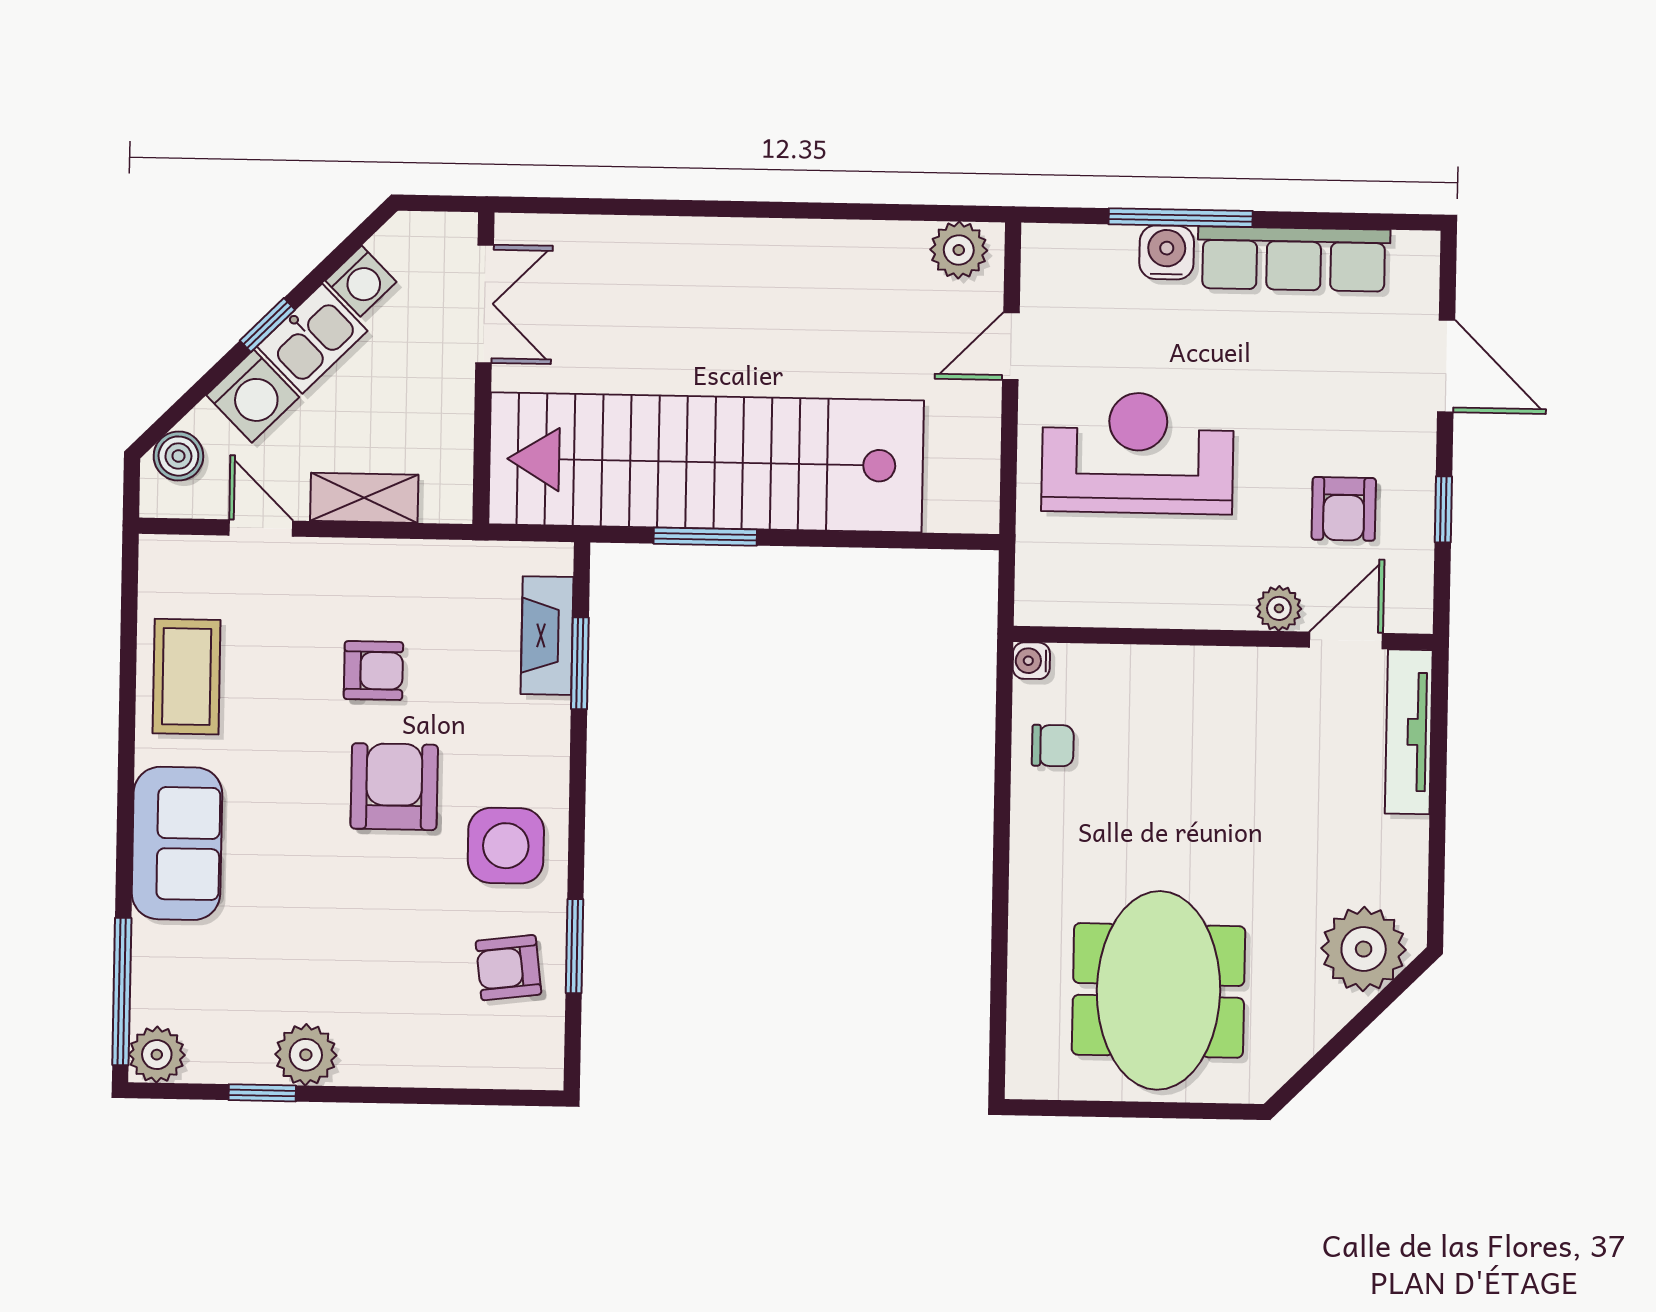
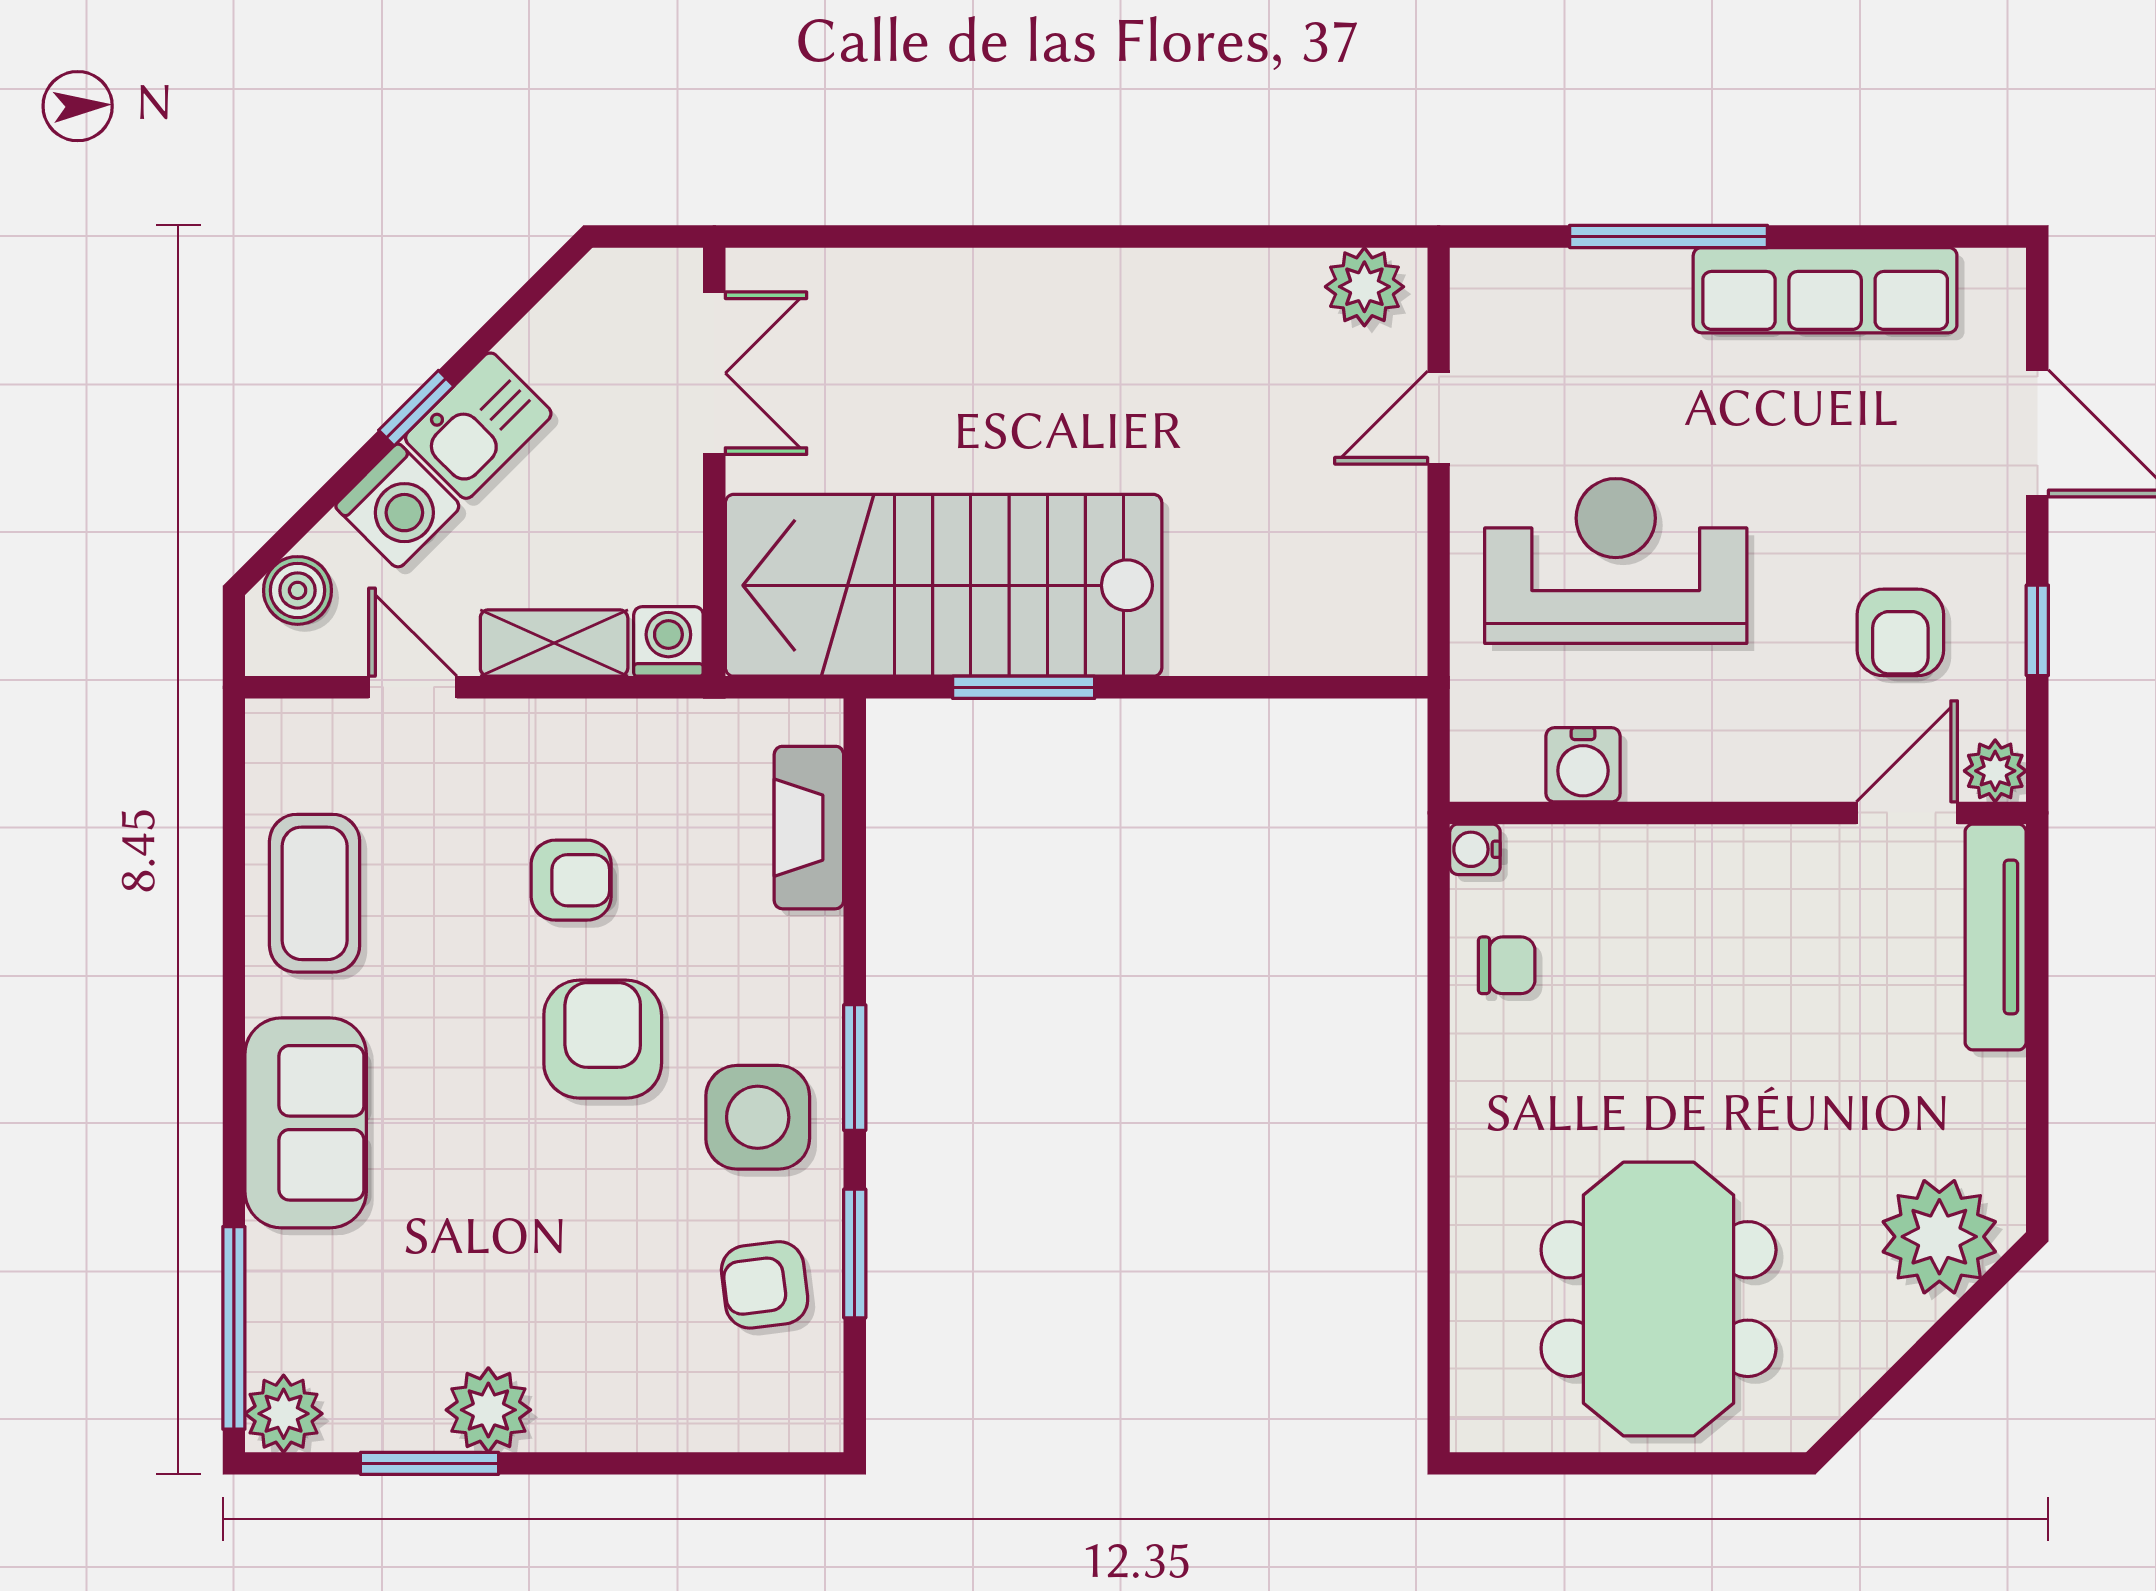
water cooler: (1167, 252) -> (1583, 765), moved, turned 180
washing machine: (361, 281) -> (668, 641), moved, turned -135
stairs: (706, 462) -> (944, 585), width x0.73
plant: (1279, 608) -> (1995, 771), moved
window: (580, 663) -> (855, 1068), moved
window: (262, 1093) -> (429, 1463), width x1.50

